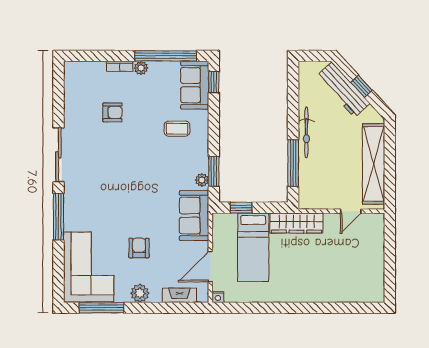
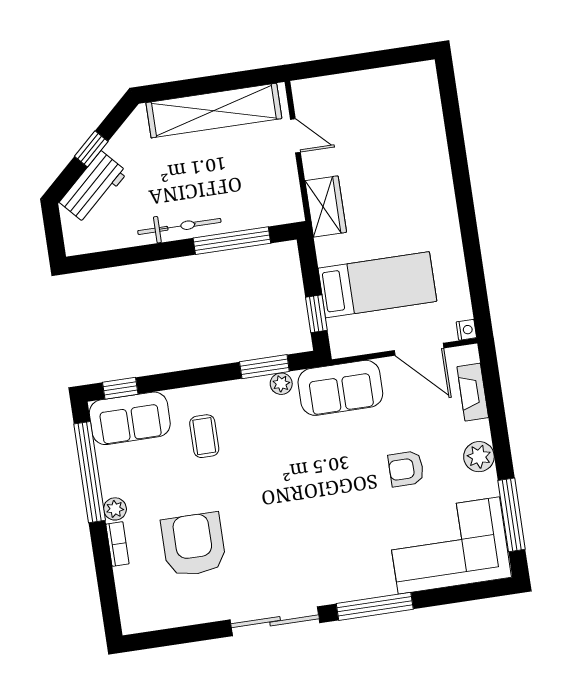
workbench: (343, 90) -> (93, 187), width x0.73
armchair: (112, 112) -> (194, 545), width x1.88, depth x1.88
wardrobe: (296, 223) -> (326, 206), width x0.67

